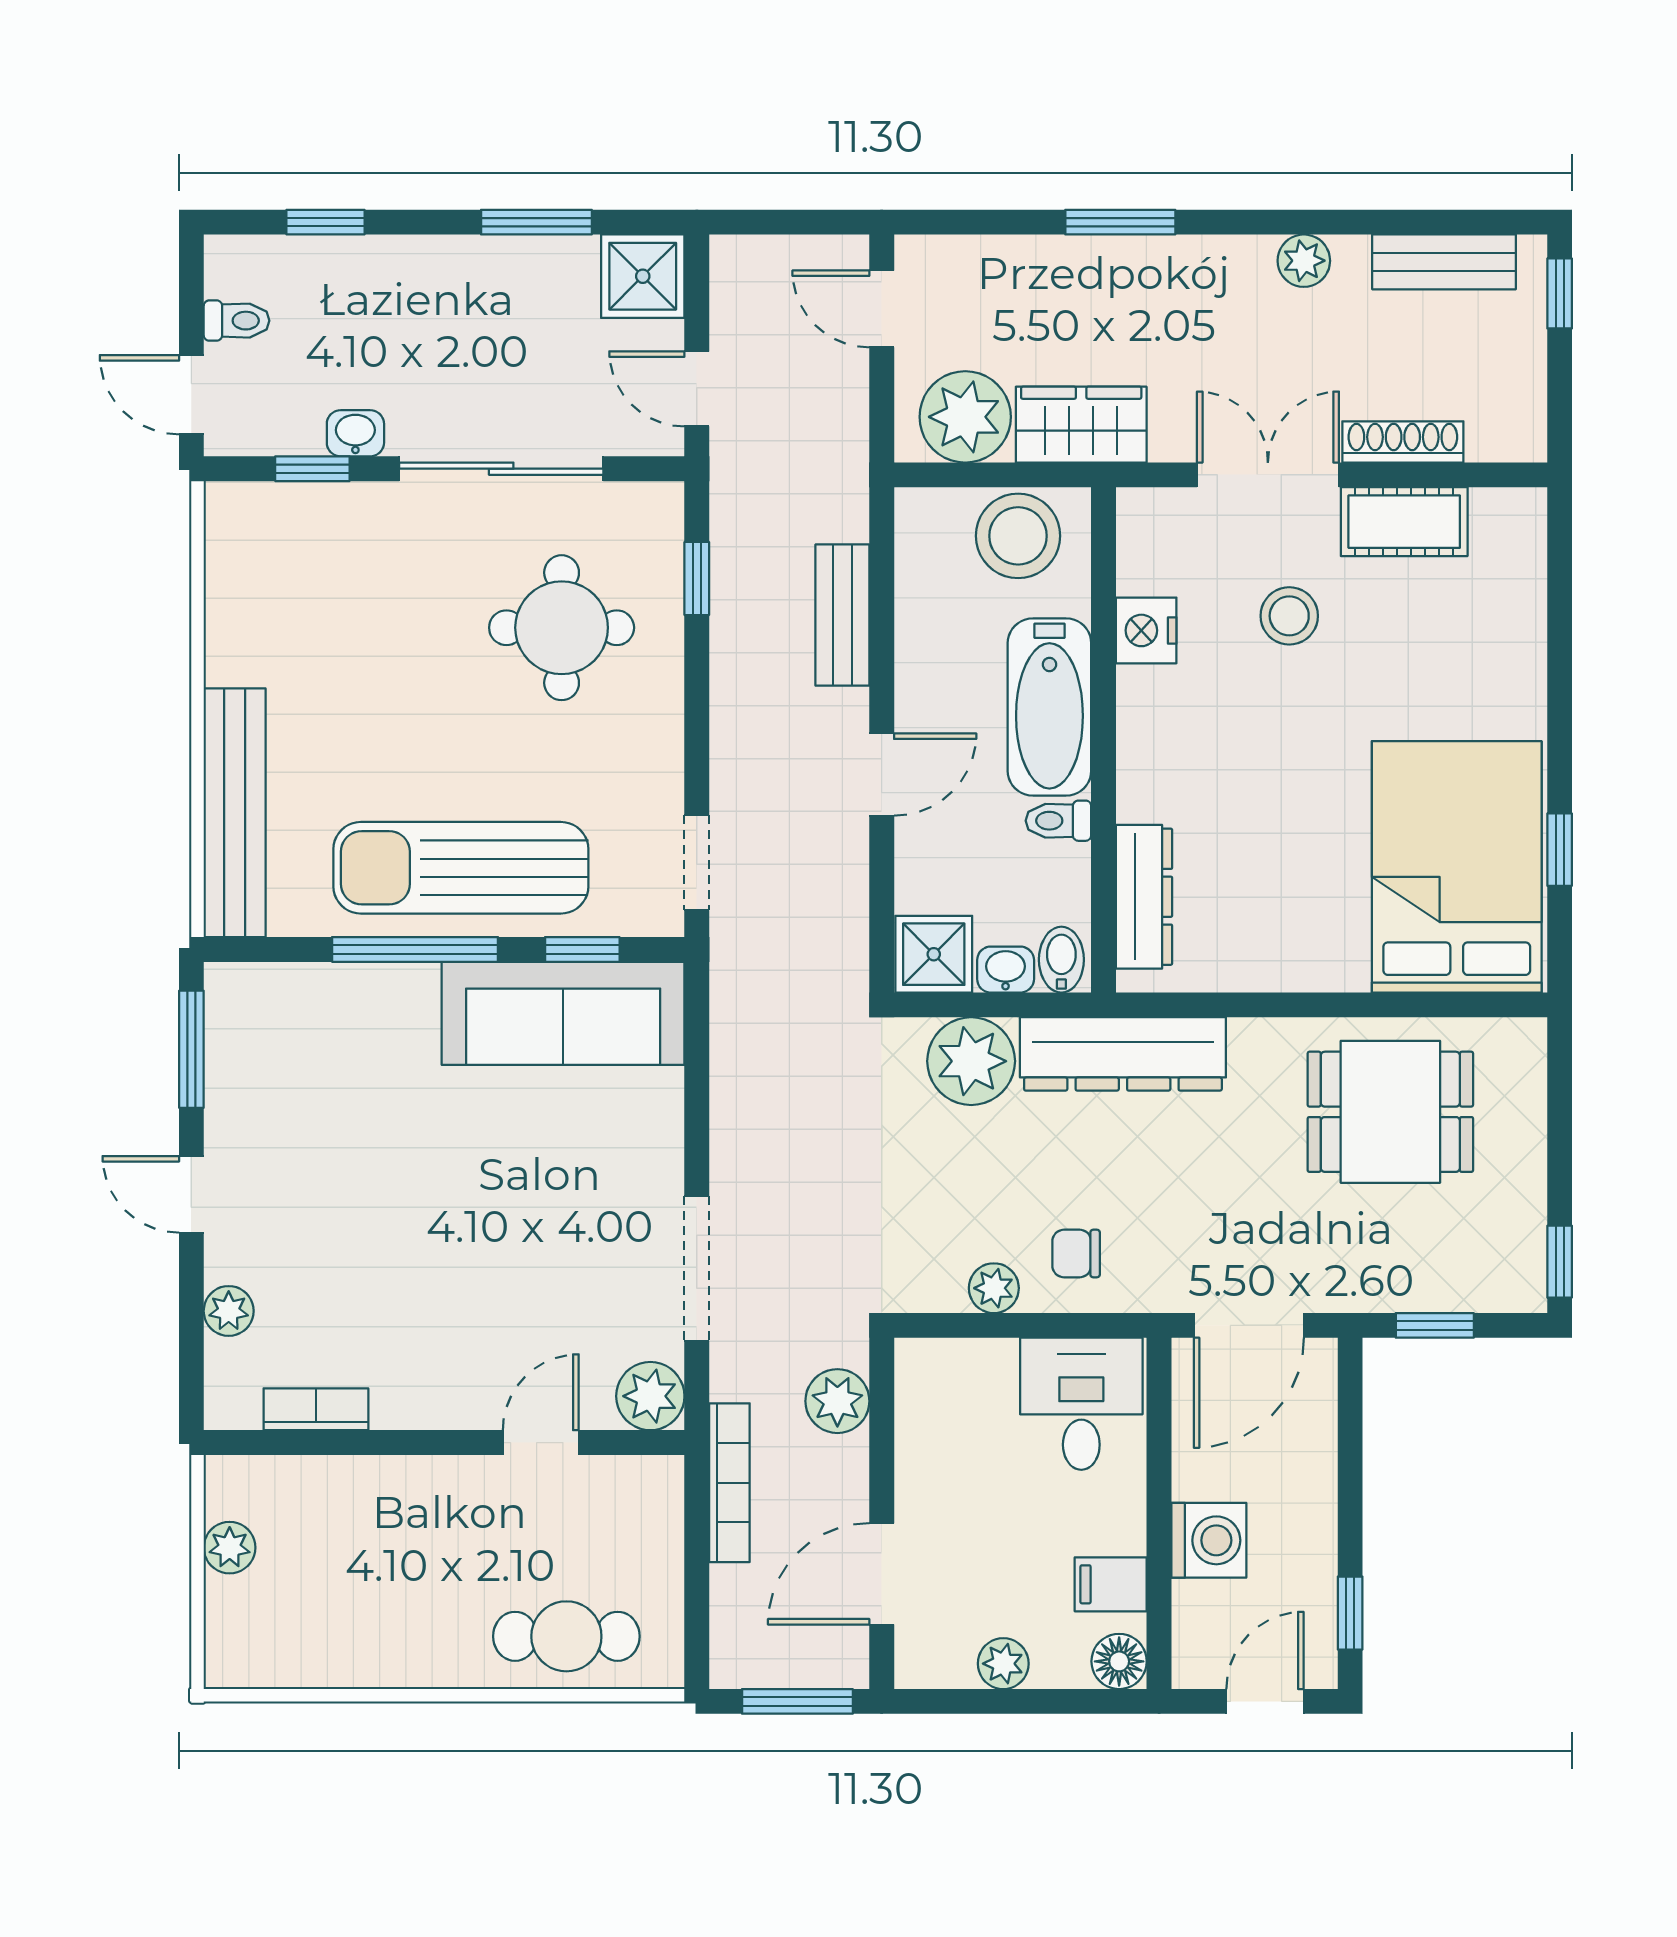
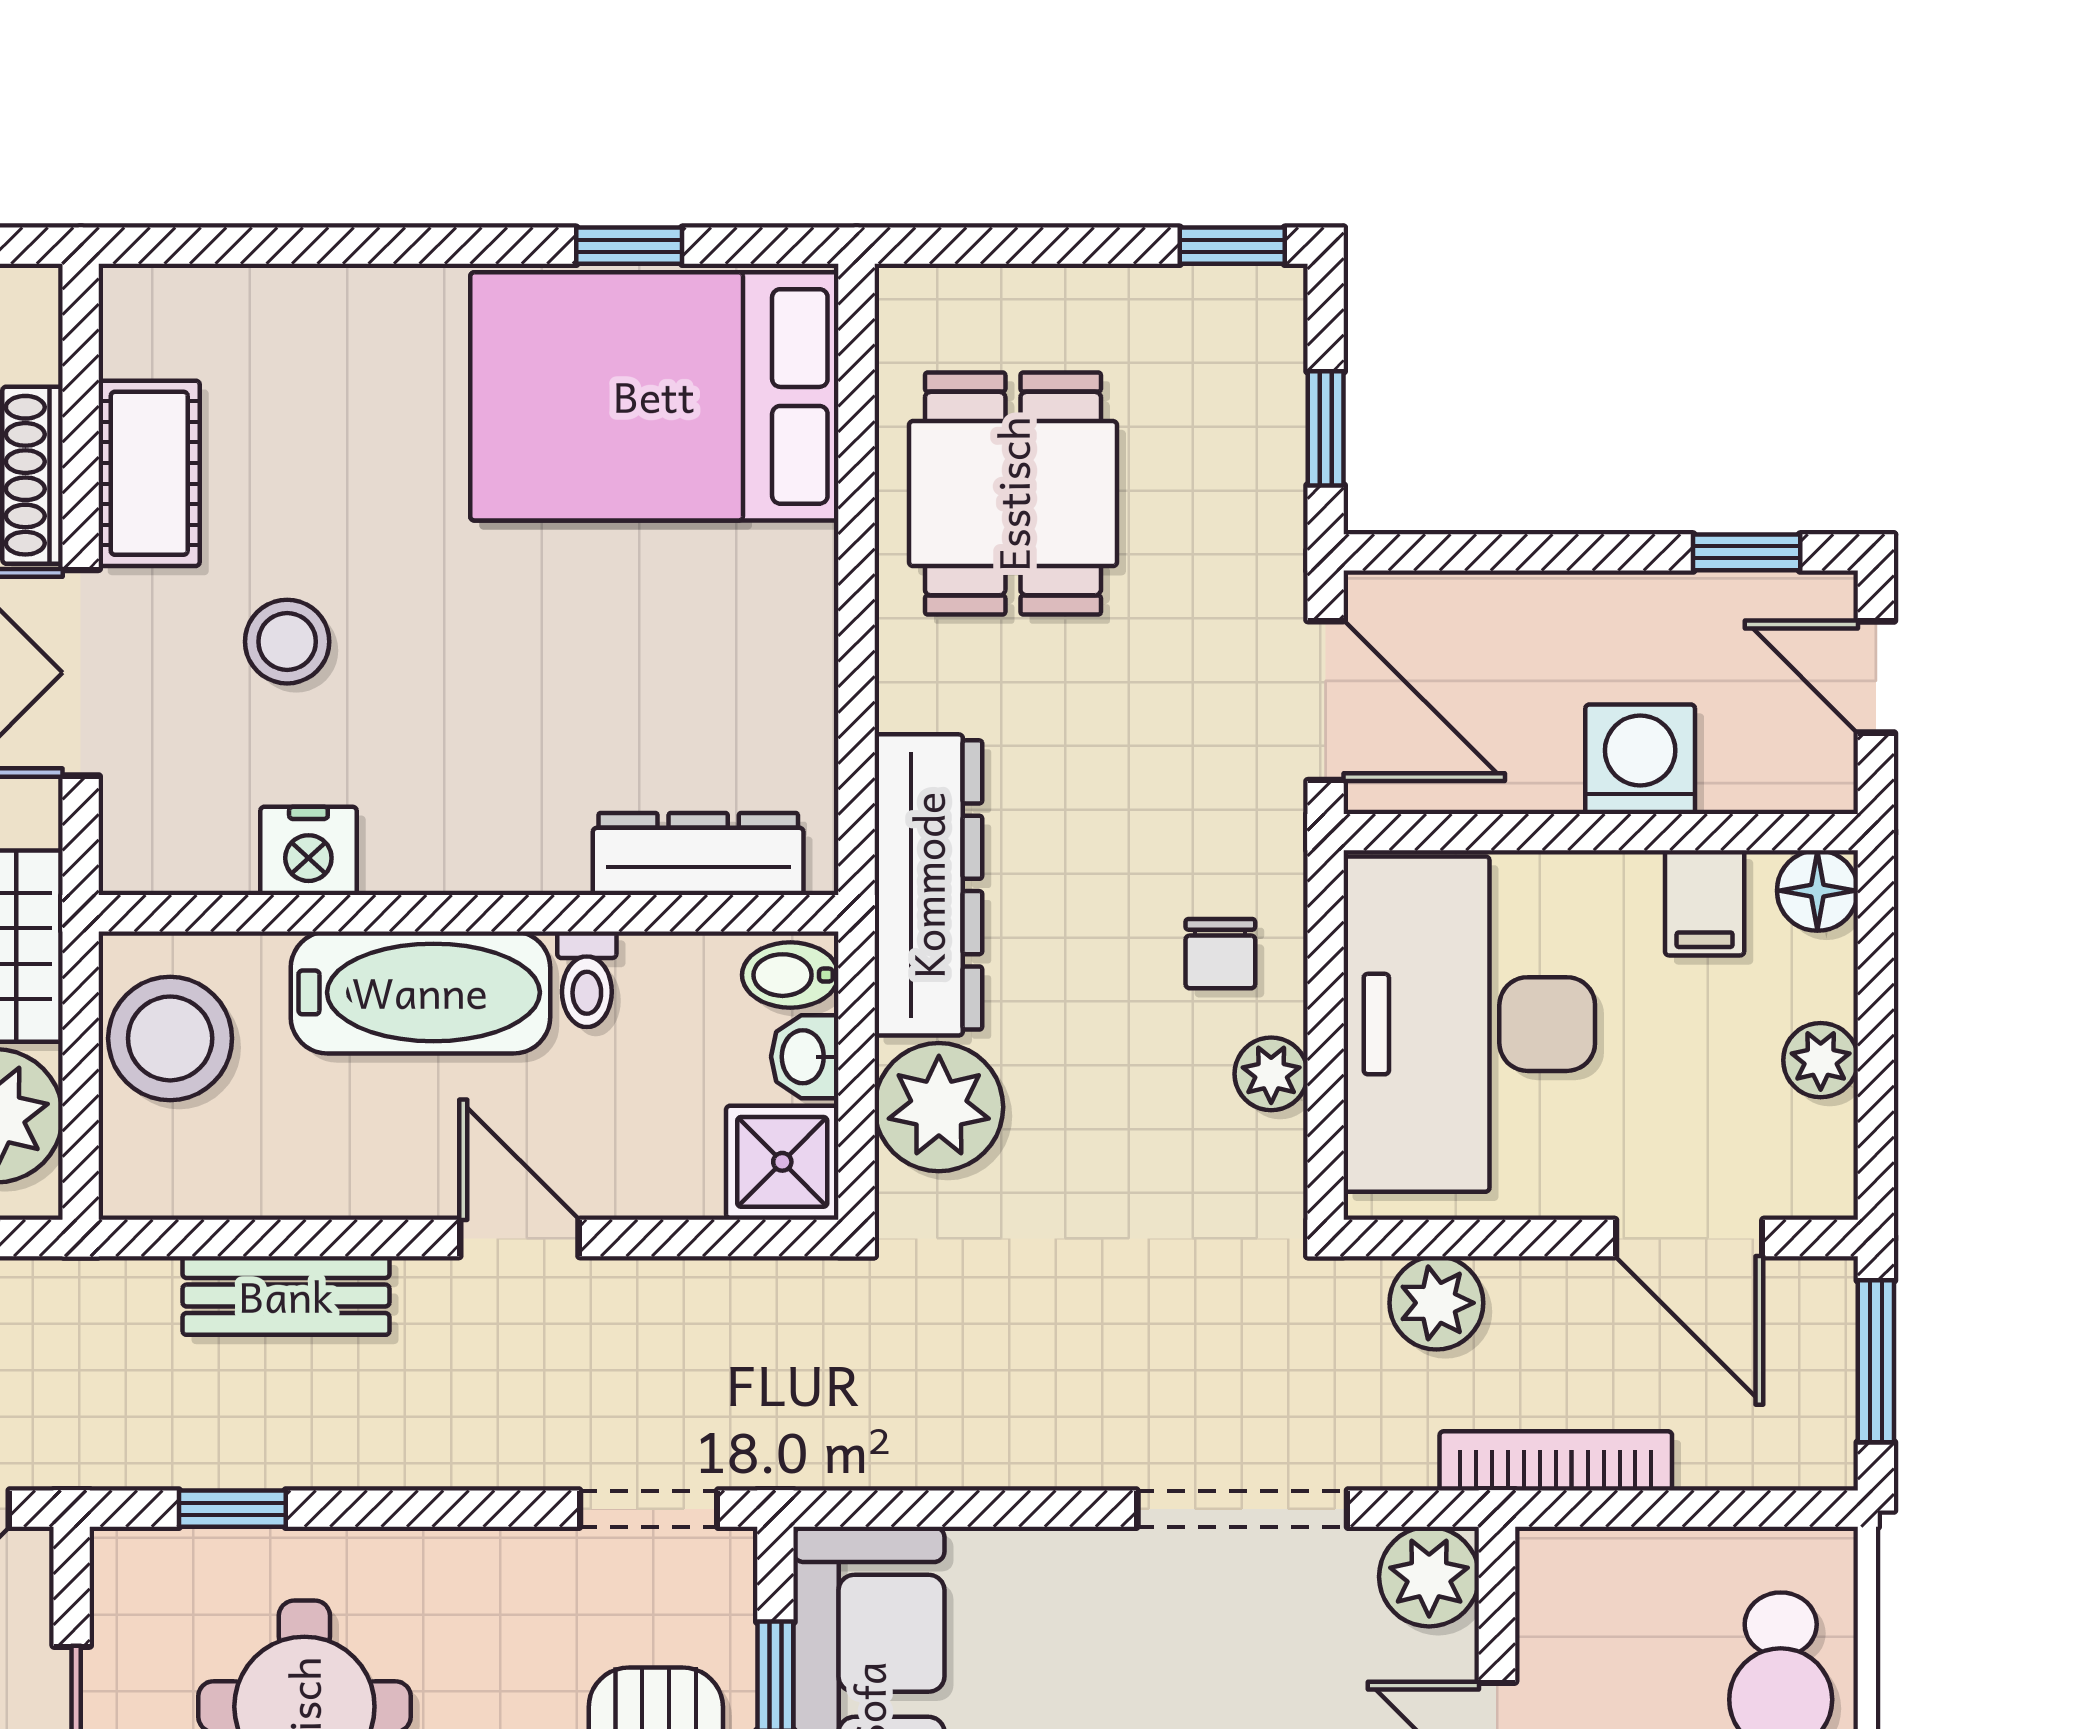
desk: (1081, 1404) -> (1469, 1024), width x1.87, depth x1.30

